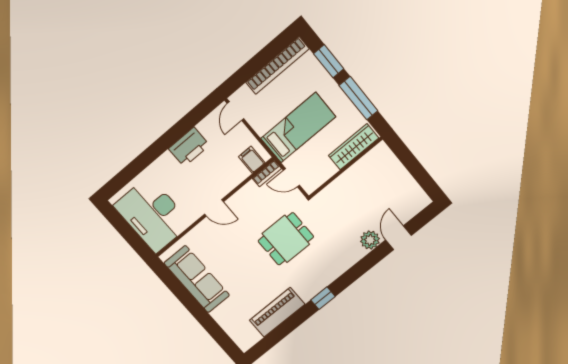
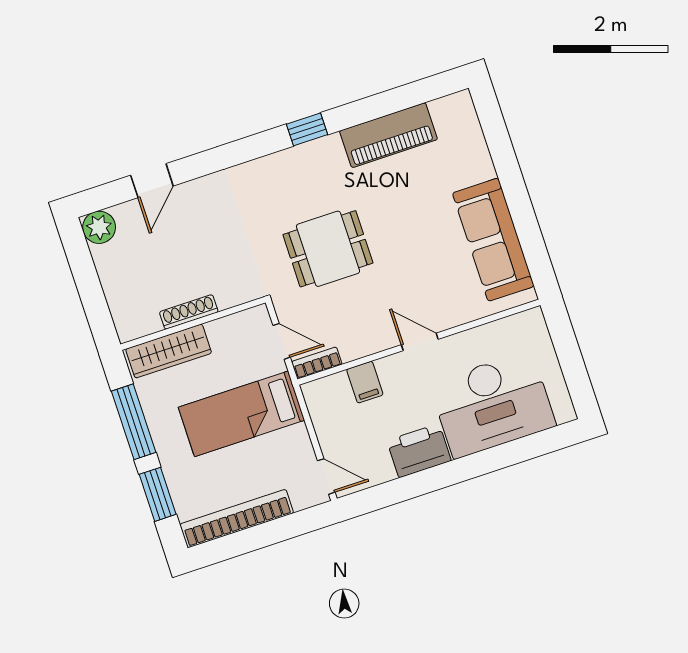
door: (235, 111) -> (326, 476), hinge flipped
filing cabinet: (252, 160) -> (365, 382), moved
shoe rack: (350, 173) -> (189, 312), added
desk: (152, 215) -> (493, 404), moved, turned 90
plant: (370, 240) -> (99, 227), moved

